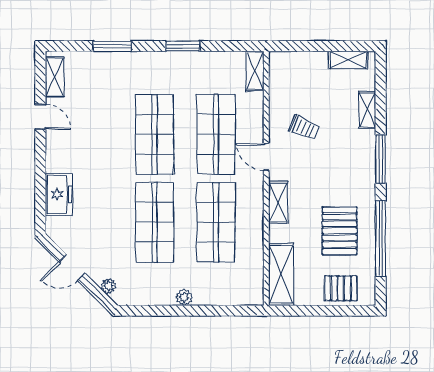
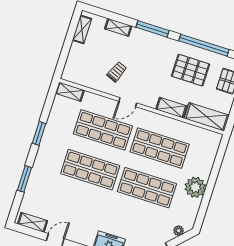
shelving: (278, 202) -> (171, 108), moved
plant: (184, 297) -> (195, 187), width x1.87, depth x1.87

